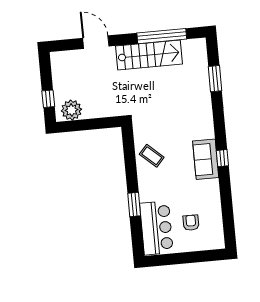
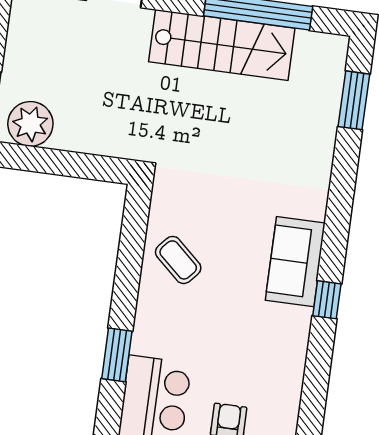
window: (215, 79) -> (354, 100), moved
sofa: (206, 159) -> (295, 262), moved

